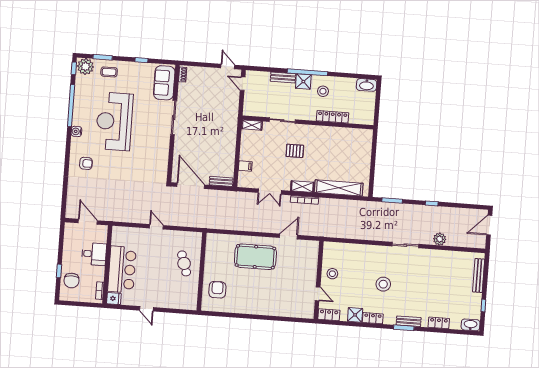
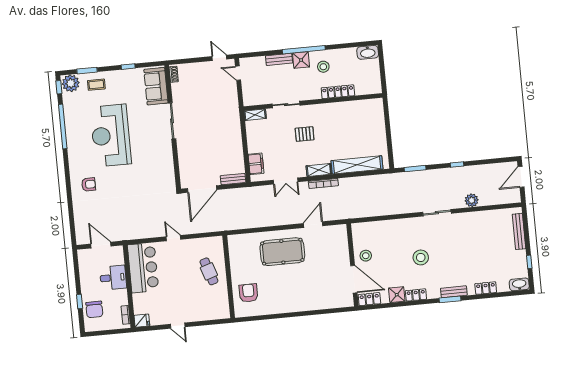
water cooler: (76, 131) -> (73, 153), removed
filing cabinet: (245, 166) -> (256, 164), width x2.00
door: (191, 186) -> (202, 189), swing flipped
bar counter: (122, 269) -> (143, 268), moved
door: (318, 294) -> (354, 279), width x1.87

